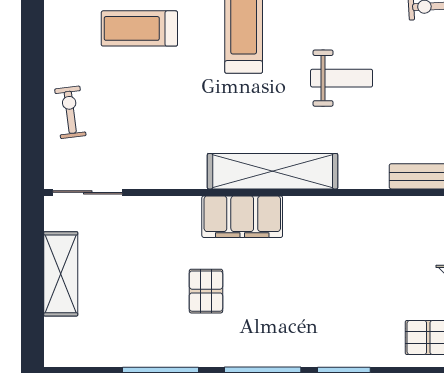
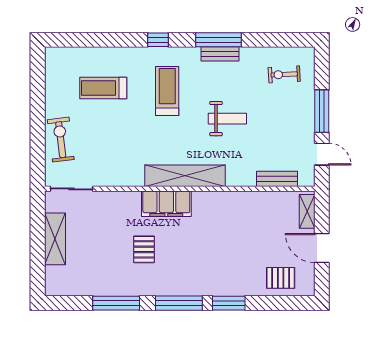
exercise bike: (70, 112) -> (61, 140), width x1.38, depth x1.39

